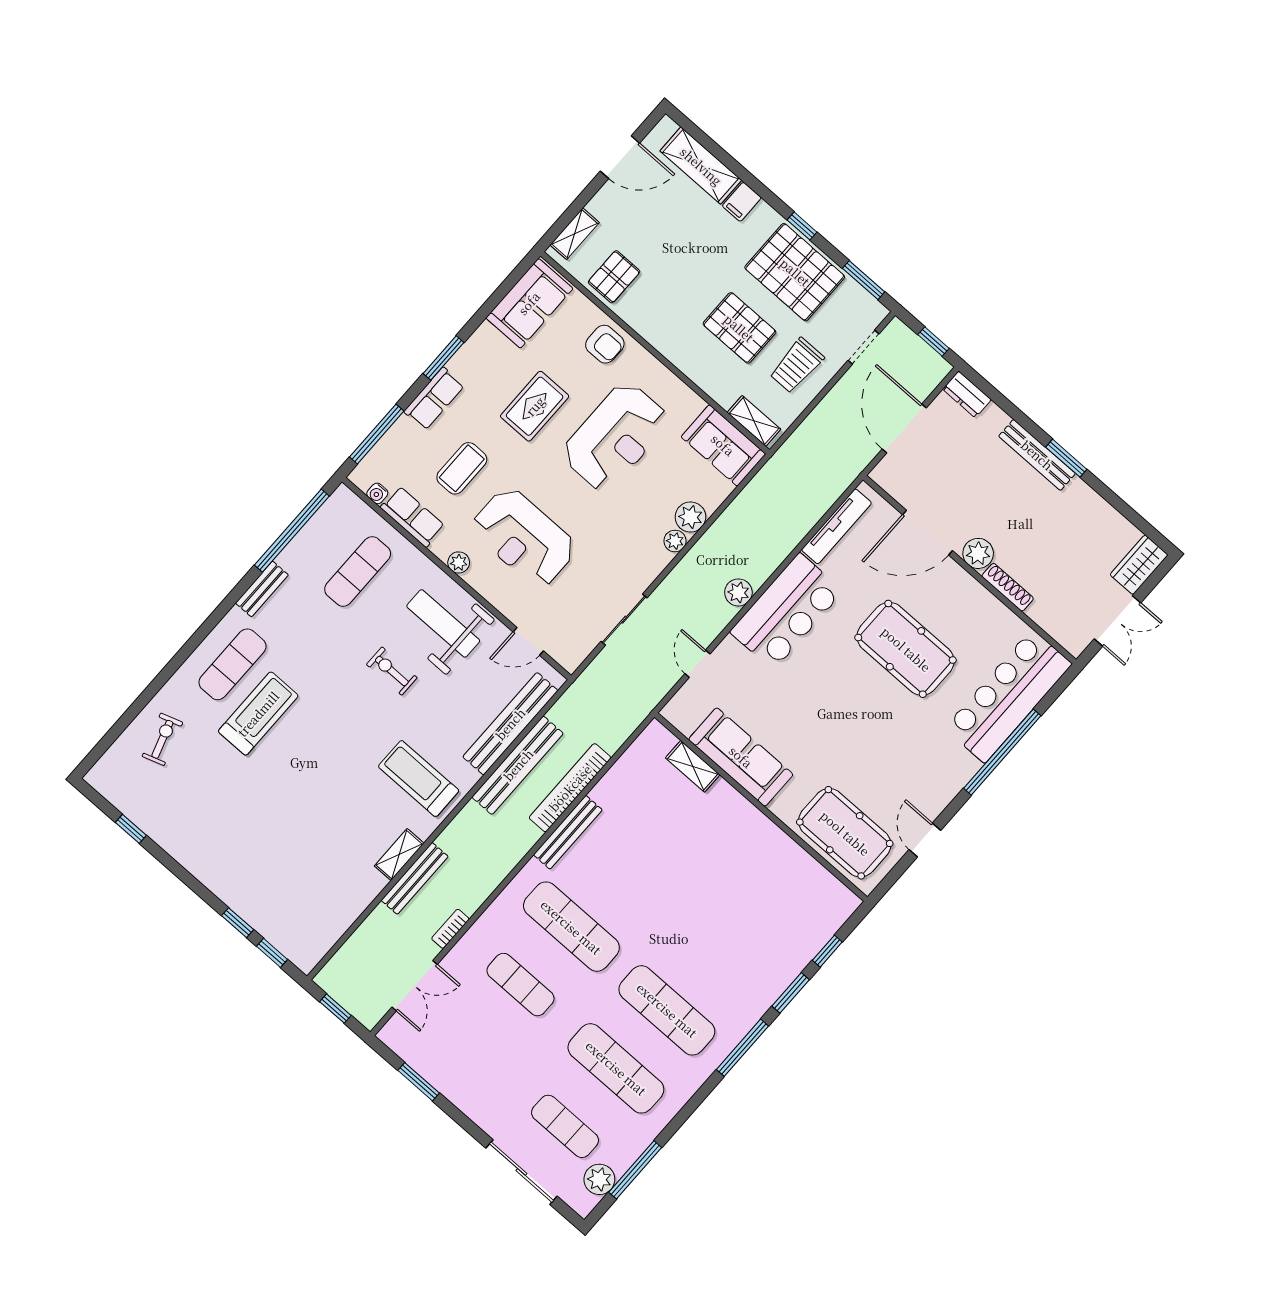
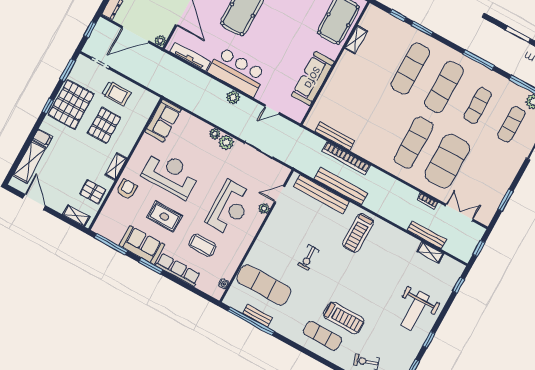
sofa: (529, 303) -> (142, 245), moved
row of seats: (434, 399) -> (178, 270), width x1.48
shelving: (754, 421) -> (116, 166), moved
window: (377, 434) -> (111, 244), moved
plant: (881, 475) -> (160, 41), added
row of seats: (413, 517) -> (231, 264), removed
plant: (690, 517) -> (226, 142), moved
plant: (459, 562) -> (264, 209), moved
exercise mat: (358, 571) -> (264, 285), width x1.36, depth x1.45
bench: (262, 589) -> (257, 316), moved
weight bench: (443, 623) -> (415, 311), moved
door: (528, 641) -> (279, 194), swing flipped
treadmill: (258, 714) -> (344, 318), turned 180
shelving: (693, 766) -> (356, 40), moved
bench: (568, 832) -> (335, 136), moved
shelving: (399, 855) -> (430, 252), moved
bench: (415, 878) -> (427, 235), moved
window: (238, 923) -> (429, 340), moved
exercise mat: (718, 952) -> (410, 69), added
exercise mat: (520, 985) -> (447, 161), width x2.00, depth x1.45
window: (742, 1048) -> (479, 60), moved
exercise mat: (616, 1068) -> (478, 106), width x0.73, depth x0.69

